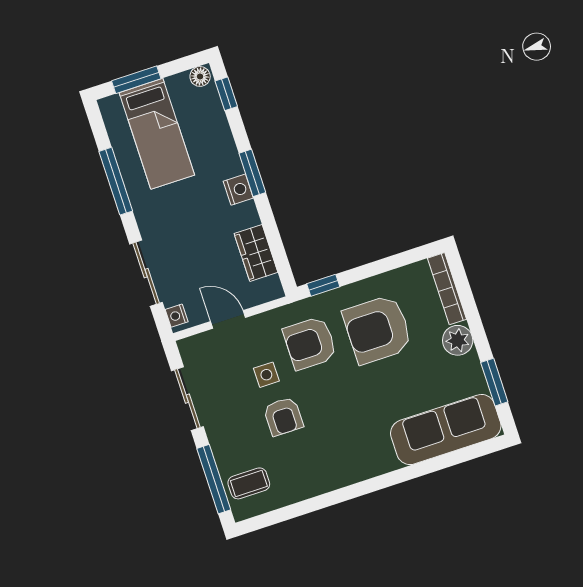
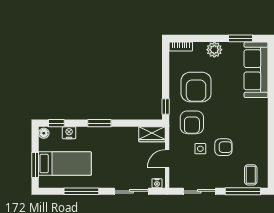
nightstand: (238, 190) -> (69, 133), moved
wardrobe: (256, 253) -> (152, 134), moved
bookcase: (447, 289) -> (181, 47), width x0.64

